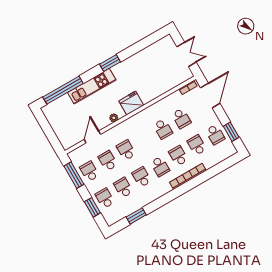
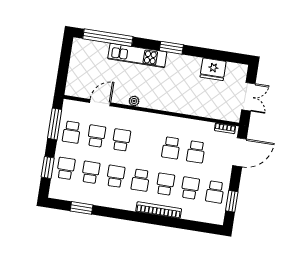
fridge: (131, 103) -> (213, 69), moved, turned 180
school desk: (89, 171) -> (72, 132), turned 180

